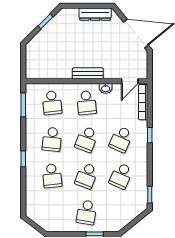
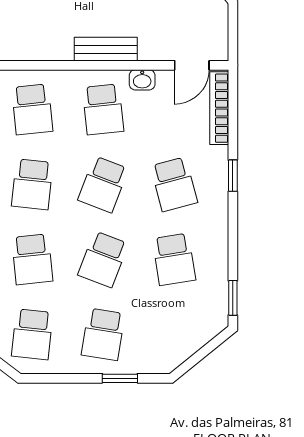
school desk: (121, 139) -> (174, 184), turned -39
school desk: (121, 176) -> (174, 259), turned -33
school desk: (52, 212) -> (32, 334), added

